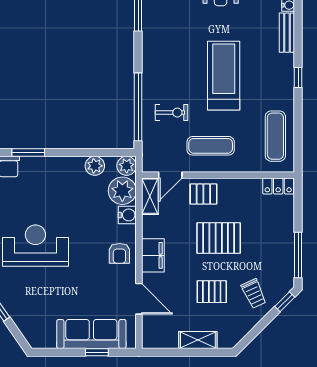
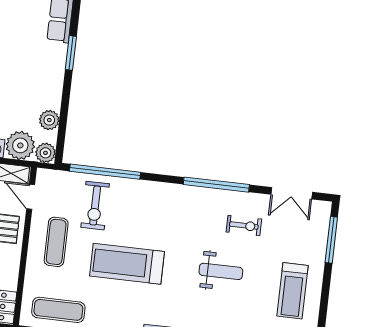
treadmill: (224, 76) -> (127, 264), turned 180
exercise bike: (172, 113) -> (95, 206), width x1.38, depth x1.39

